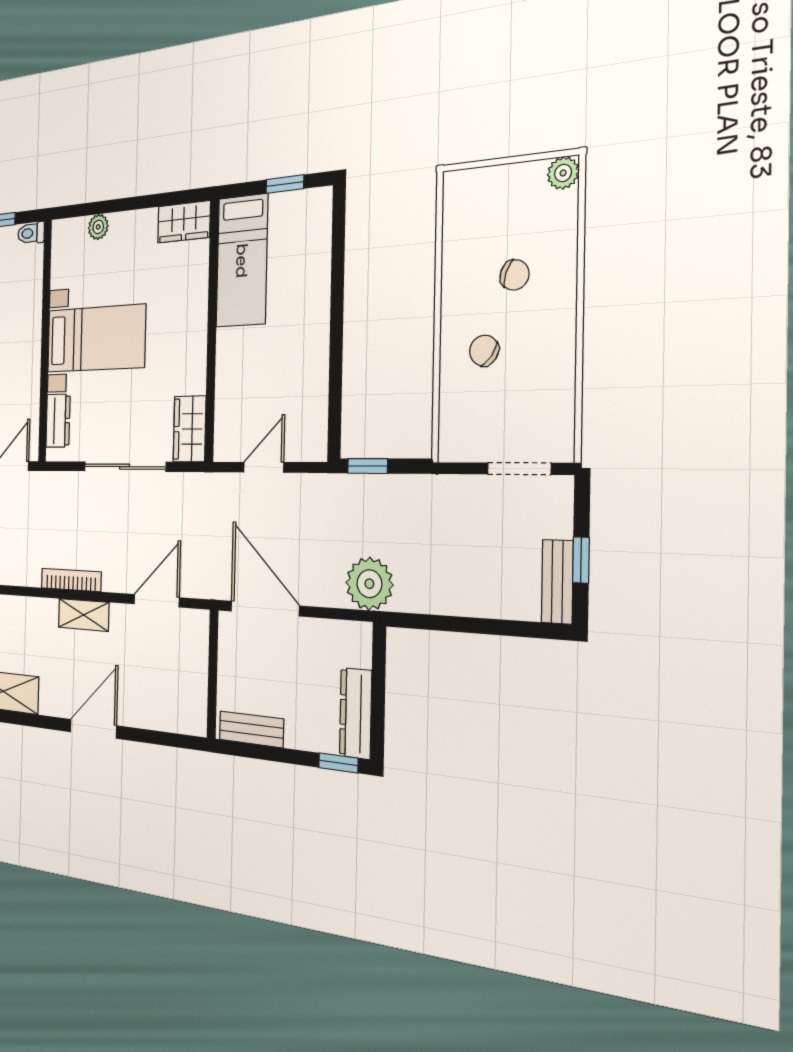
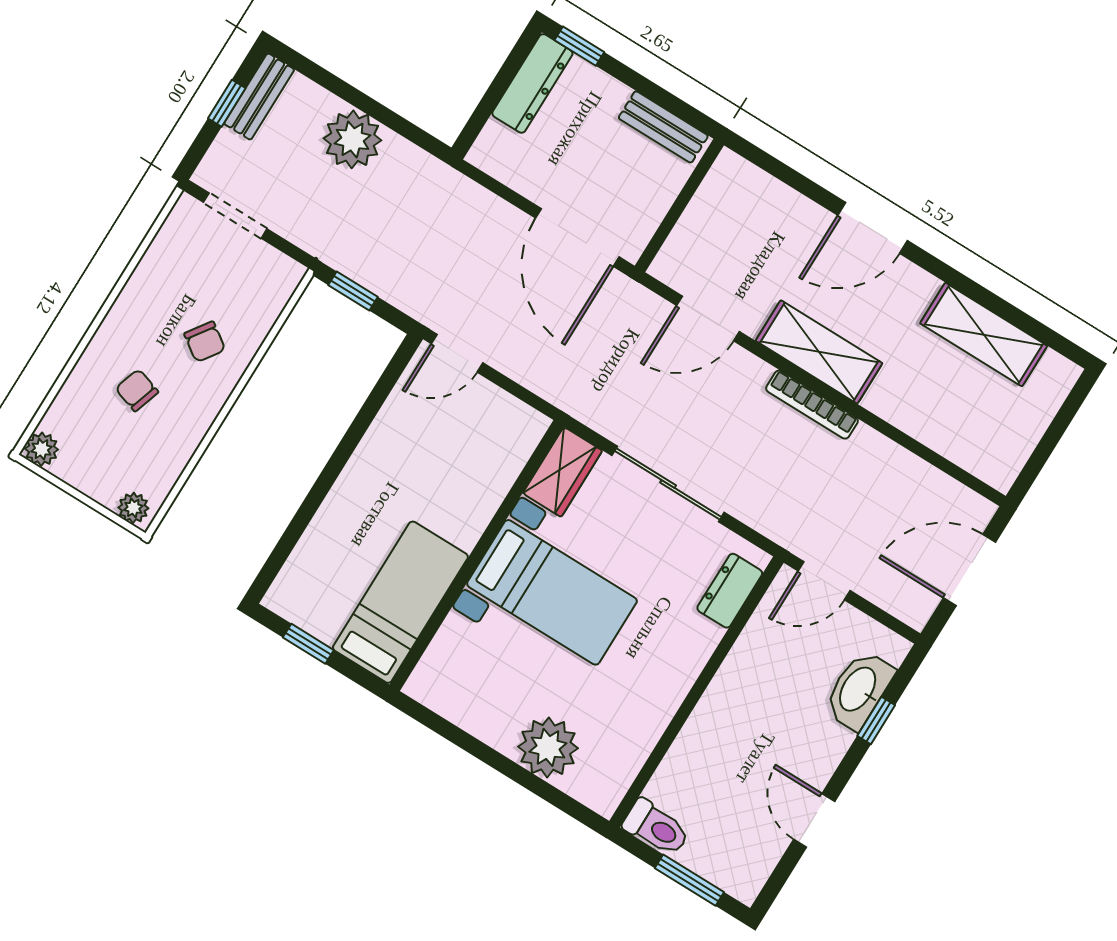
plant: (463, 183) -> (133, 508), added
wardrobe: (184, 222) -> (444, 692), removed
plant: (98, 227) -> (548, 747), width x1.88, depth x1.88
toilet: (31, 233) -> (656, 828), width x1.37, depth x1.39
bed with nightstands: (96, 339) -> (552, 592), moved, turned 180
window: (367, 466) -> (353, 291), moved
door: (263, 467) -> (457, 353), moved
plant: (369, 584) -> (352, 139), moved
shelving: (84, 615) -> (819, 352), width x1.50, depth x1.33

